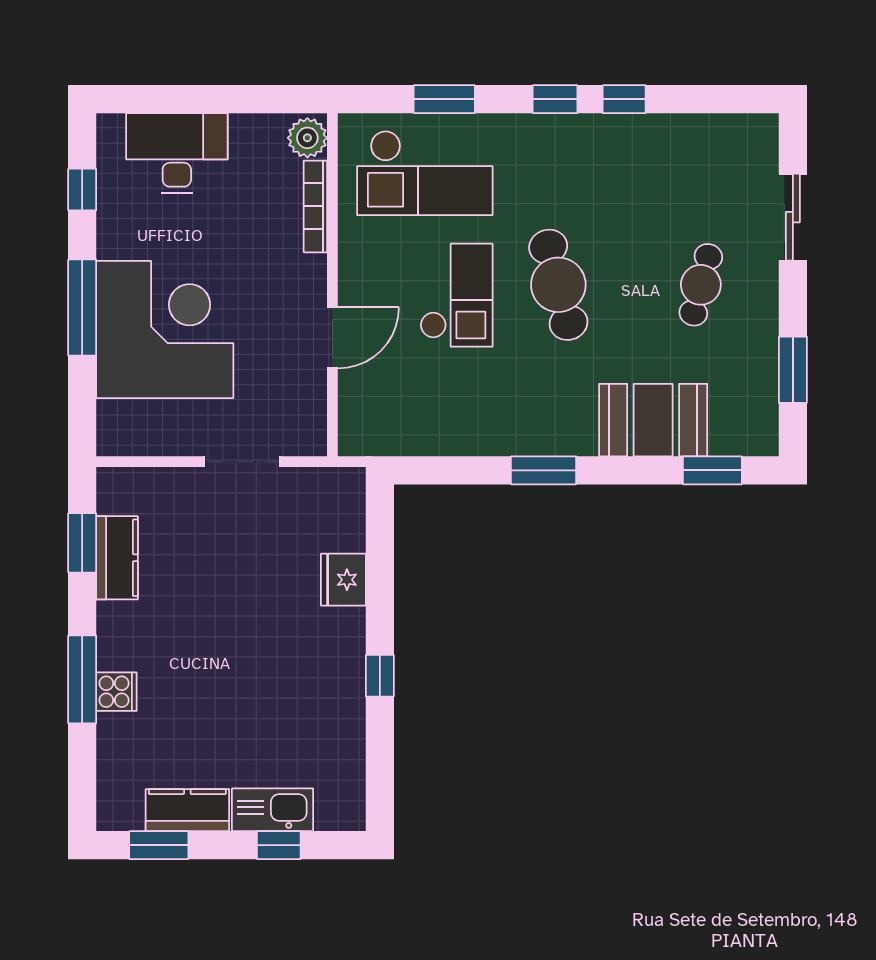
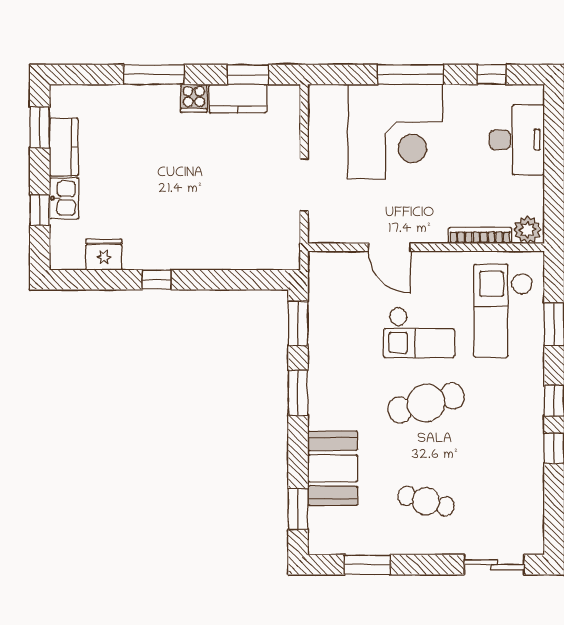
sliding door: (793, 217) -> (494, 565), moved
window: (443, 470) -> (298, 323), added
fridge: (343, 580) -> (104, 255), moved
cooker: (116, 692) -> (194, 98), moved
kitchen sink: (273, 810) -> (64, 198), width x0.73

